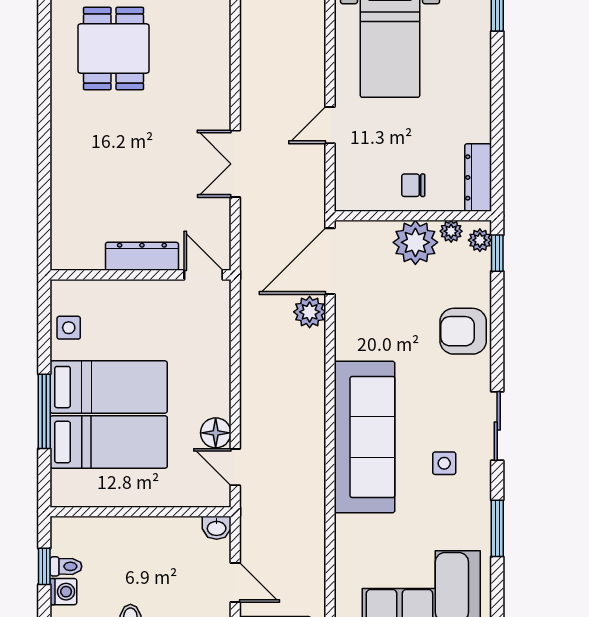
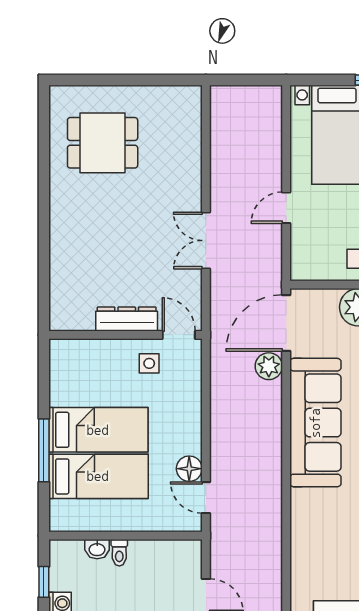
dining table: (113, 49) -> (103, 143), turned 90
side table: (69, 328) -> (149, 363), moved
sofa: (365, 437) -> (315, 423), moved
washbasin: (217, 528) -> (97, 549), moved
toilet: (66, 566) -> (119, 553), moved, turned 90

